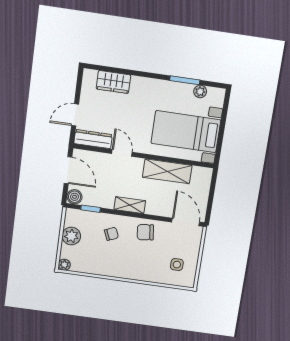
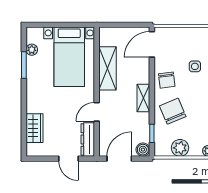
chair: (111, 234) -> (173, 111), width x1.87, depth x1.87
side table: (177, 265) -> (195, 66), moved

